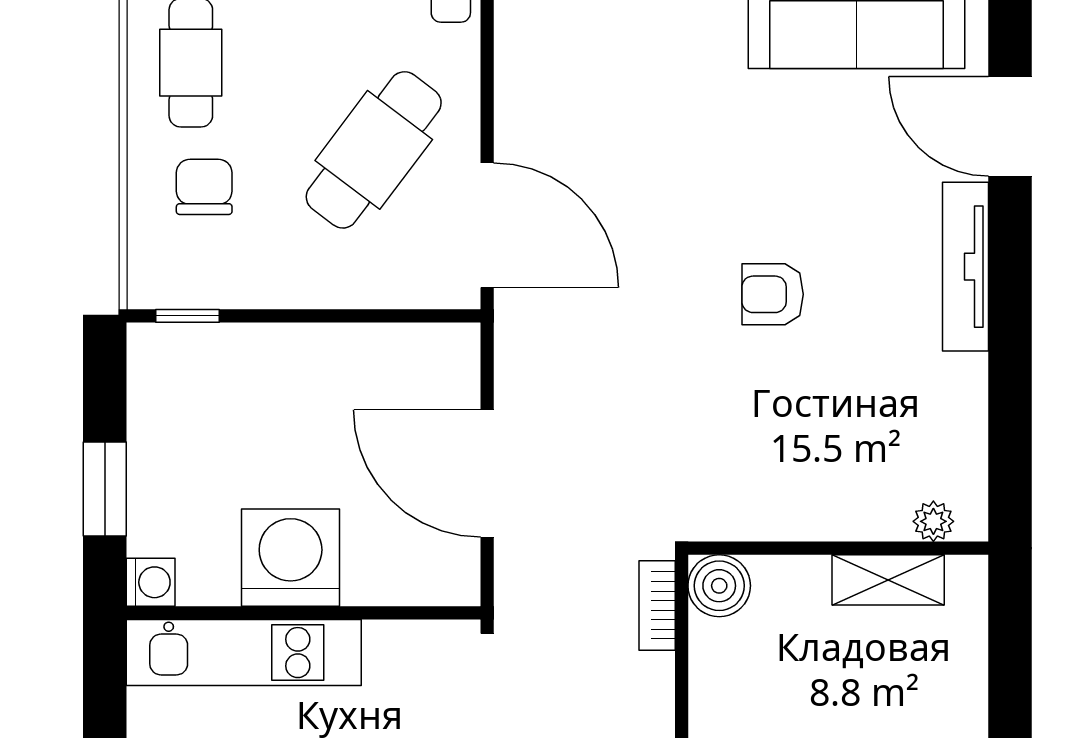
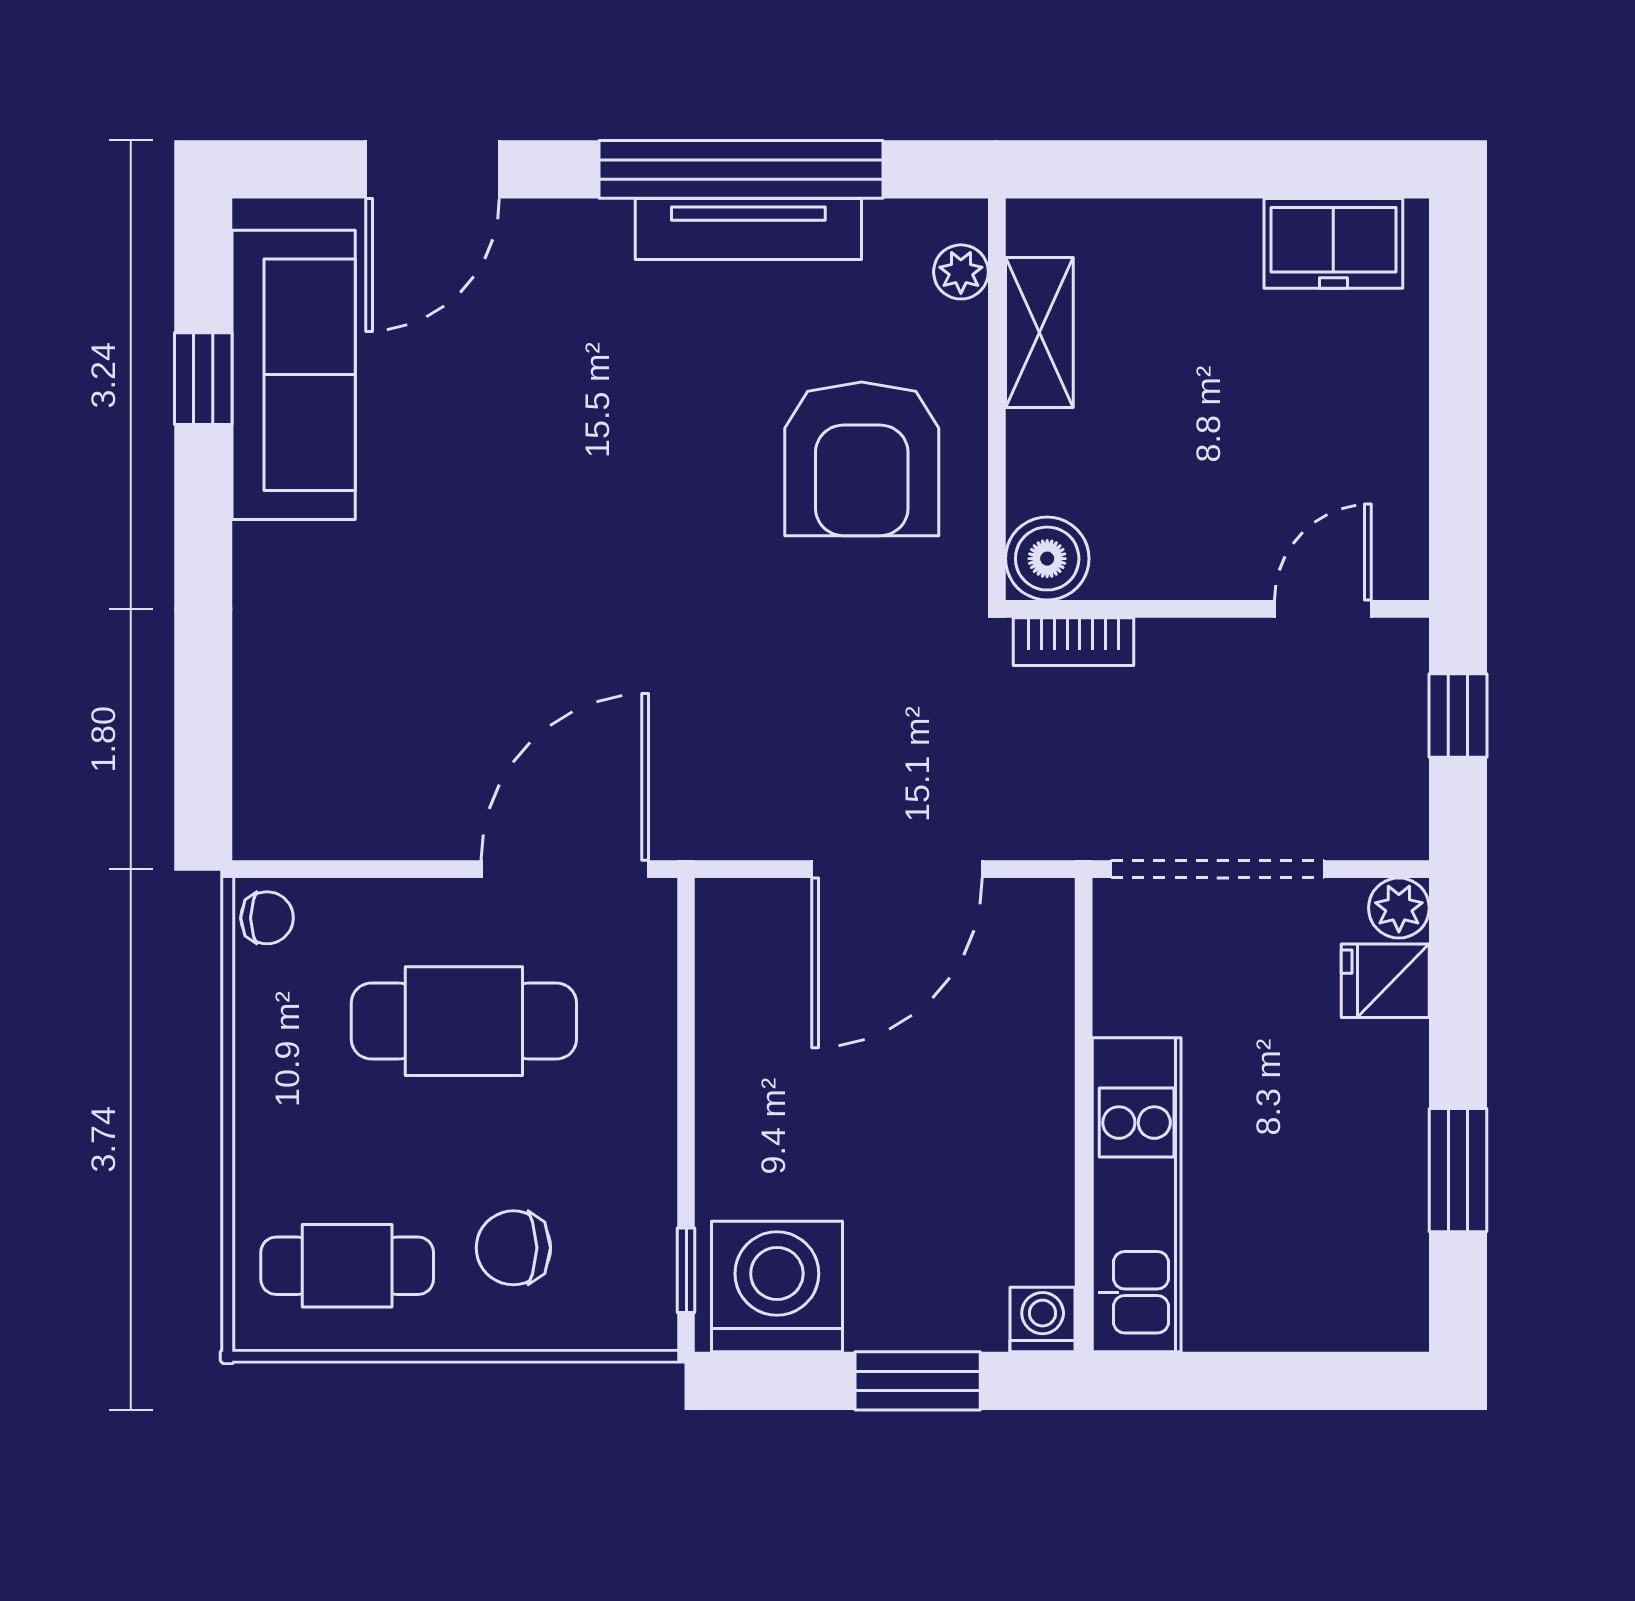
cafe table: (374, 150) -> (464, 1021), turned -37
tv unit: (966, 267) -> (748, 229), moved
armchair: (773, 294) -> (862, 459), moved, width x1.88, depth x1.88
window: (1010, 357) -> (741, 169), added
washing machine: (291, 558) -> (777, 1287), moved, turned 90

